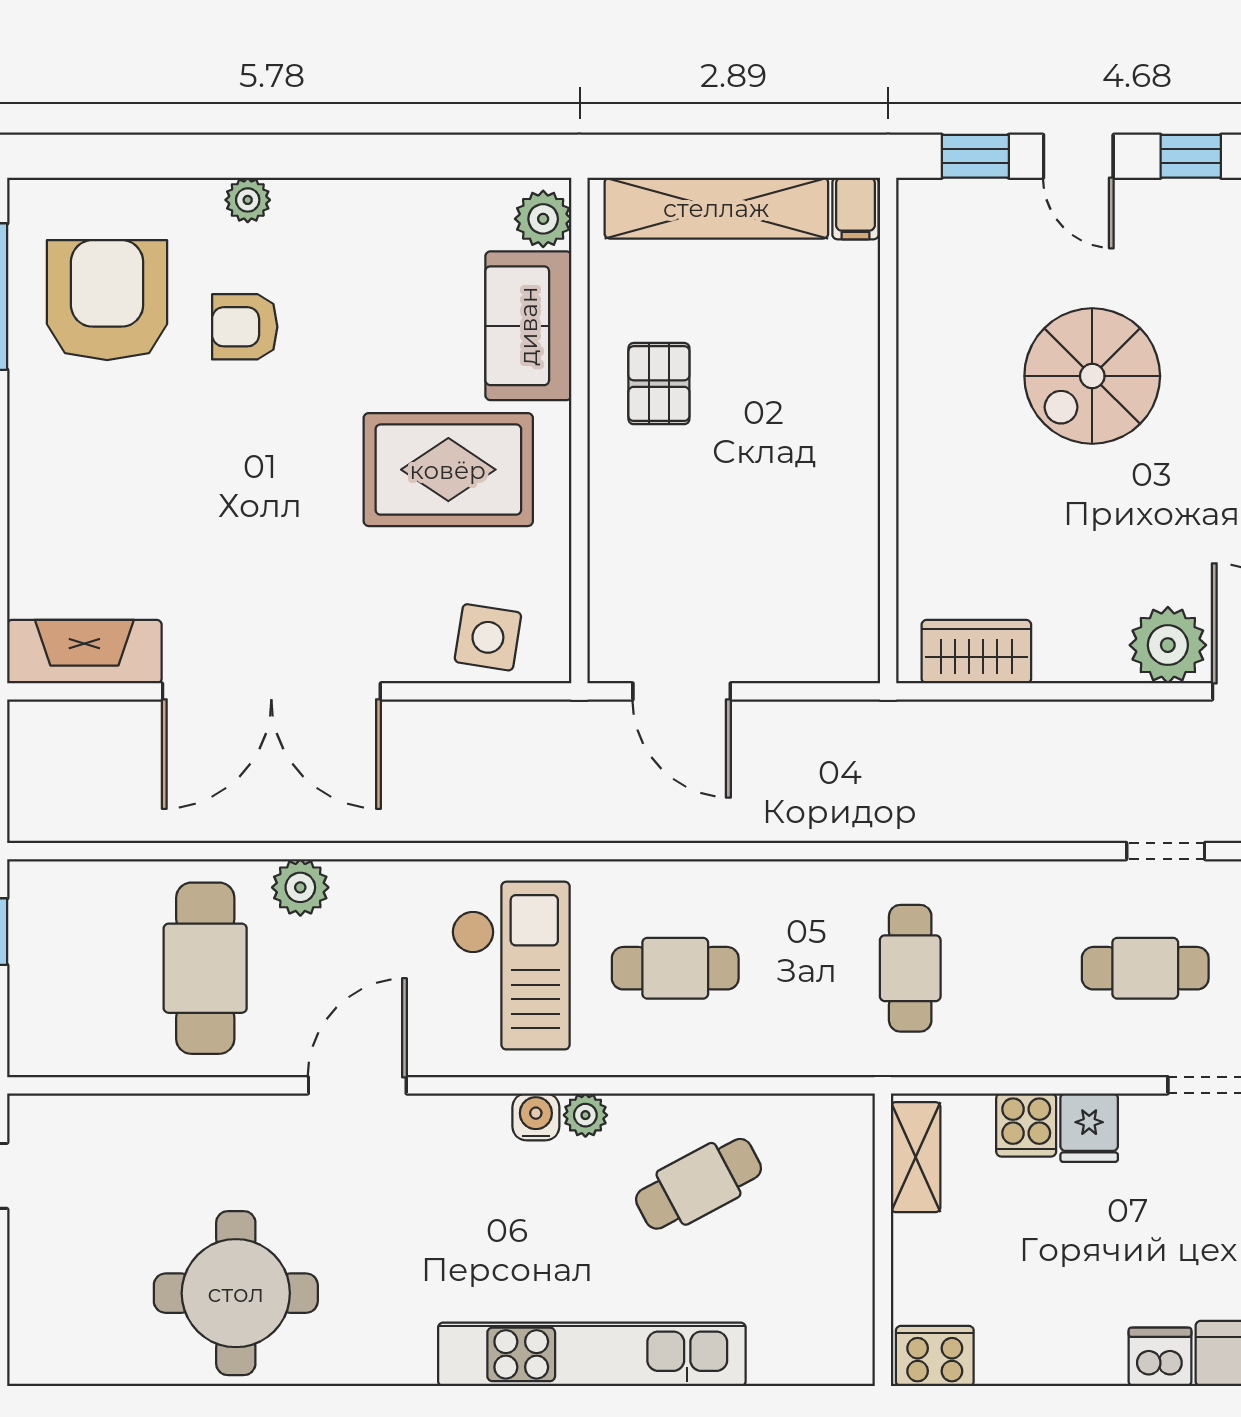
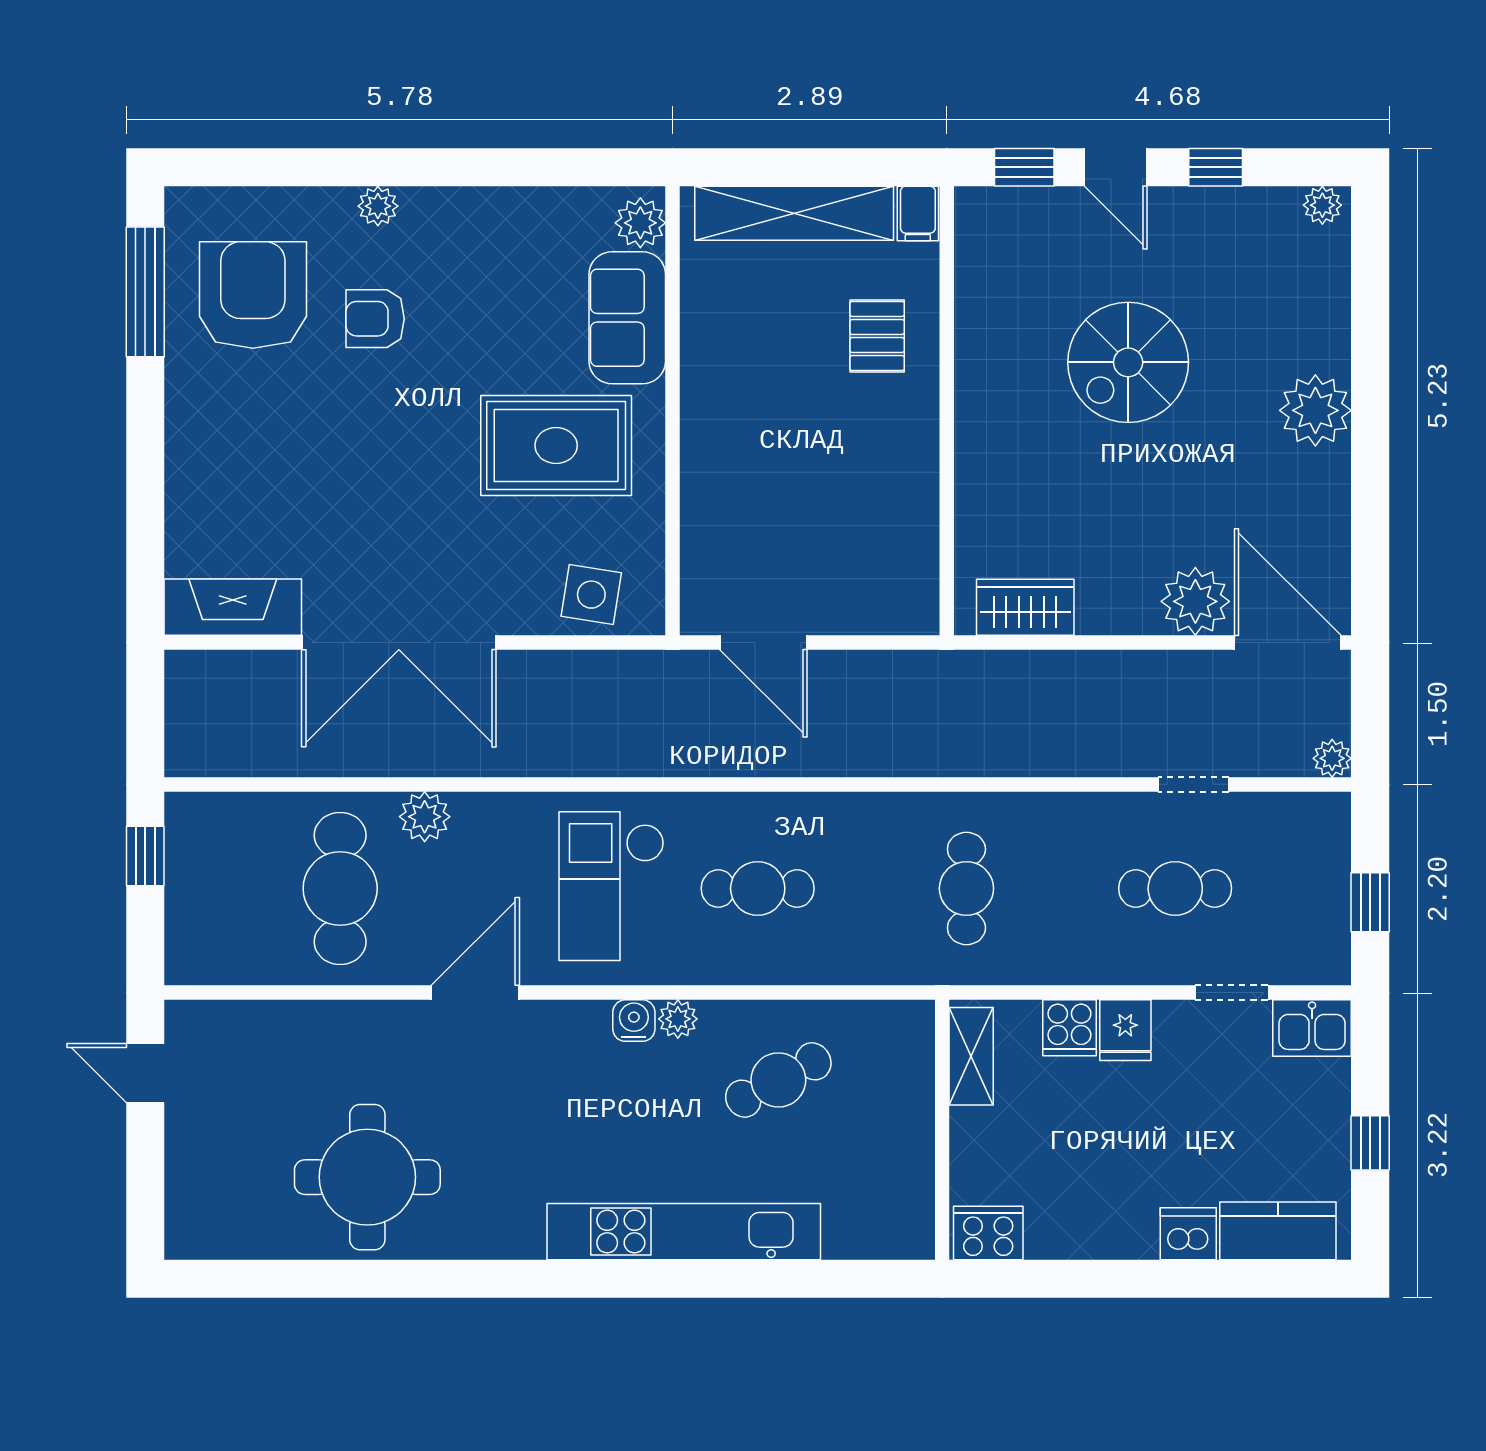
pallet: (659, 384) -> (877, 336), moved
checkout: (511, 966) -> (612, 886), turned 180

